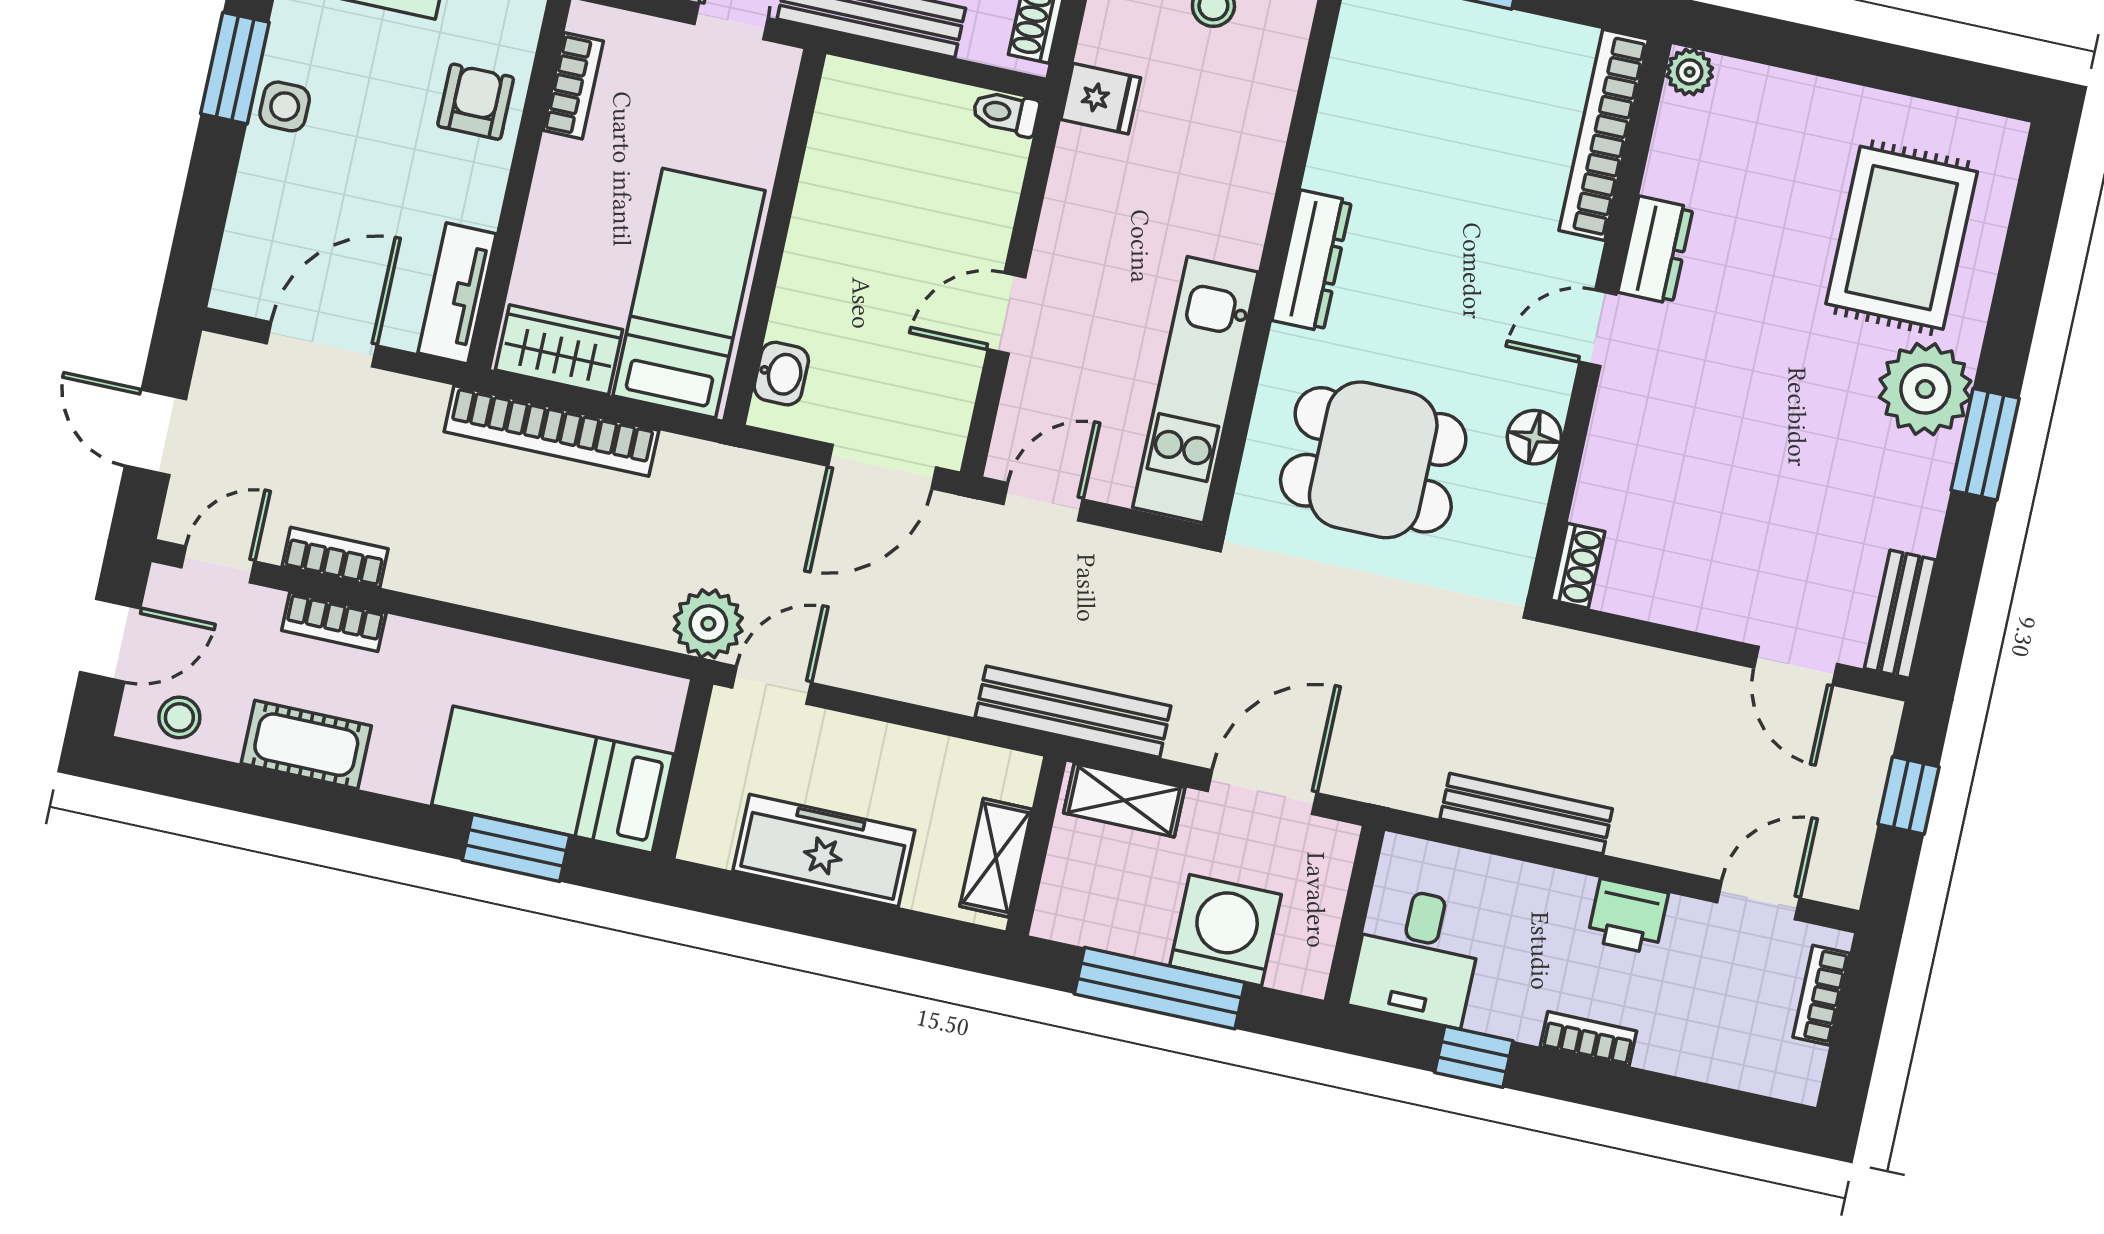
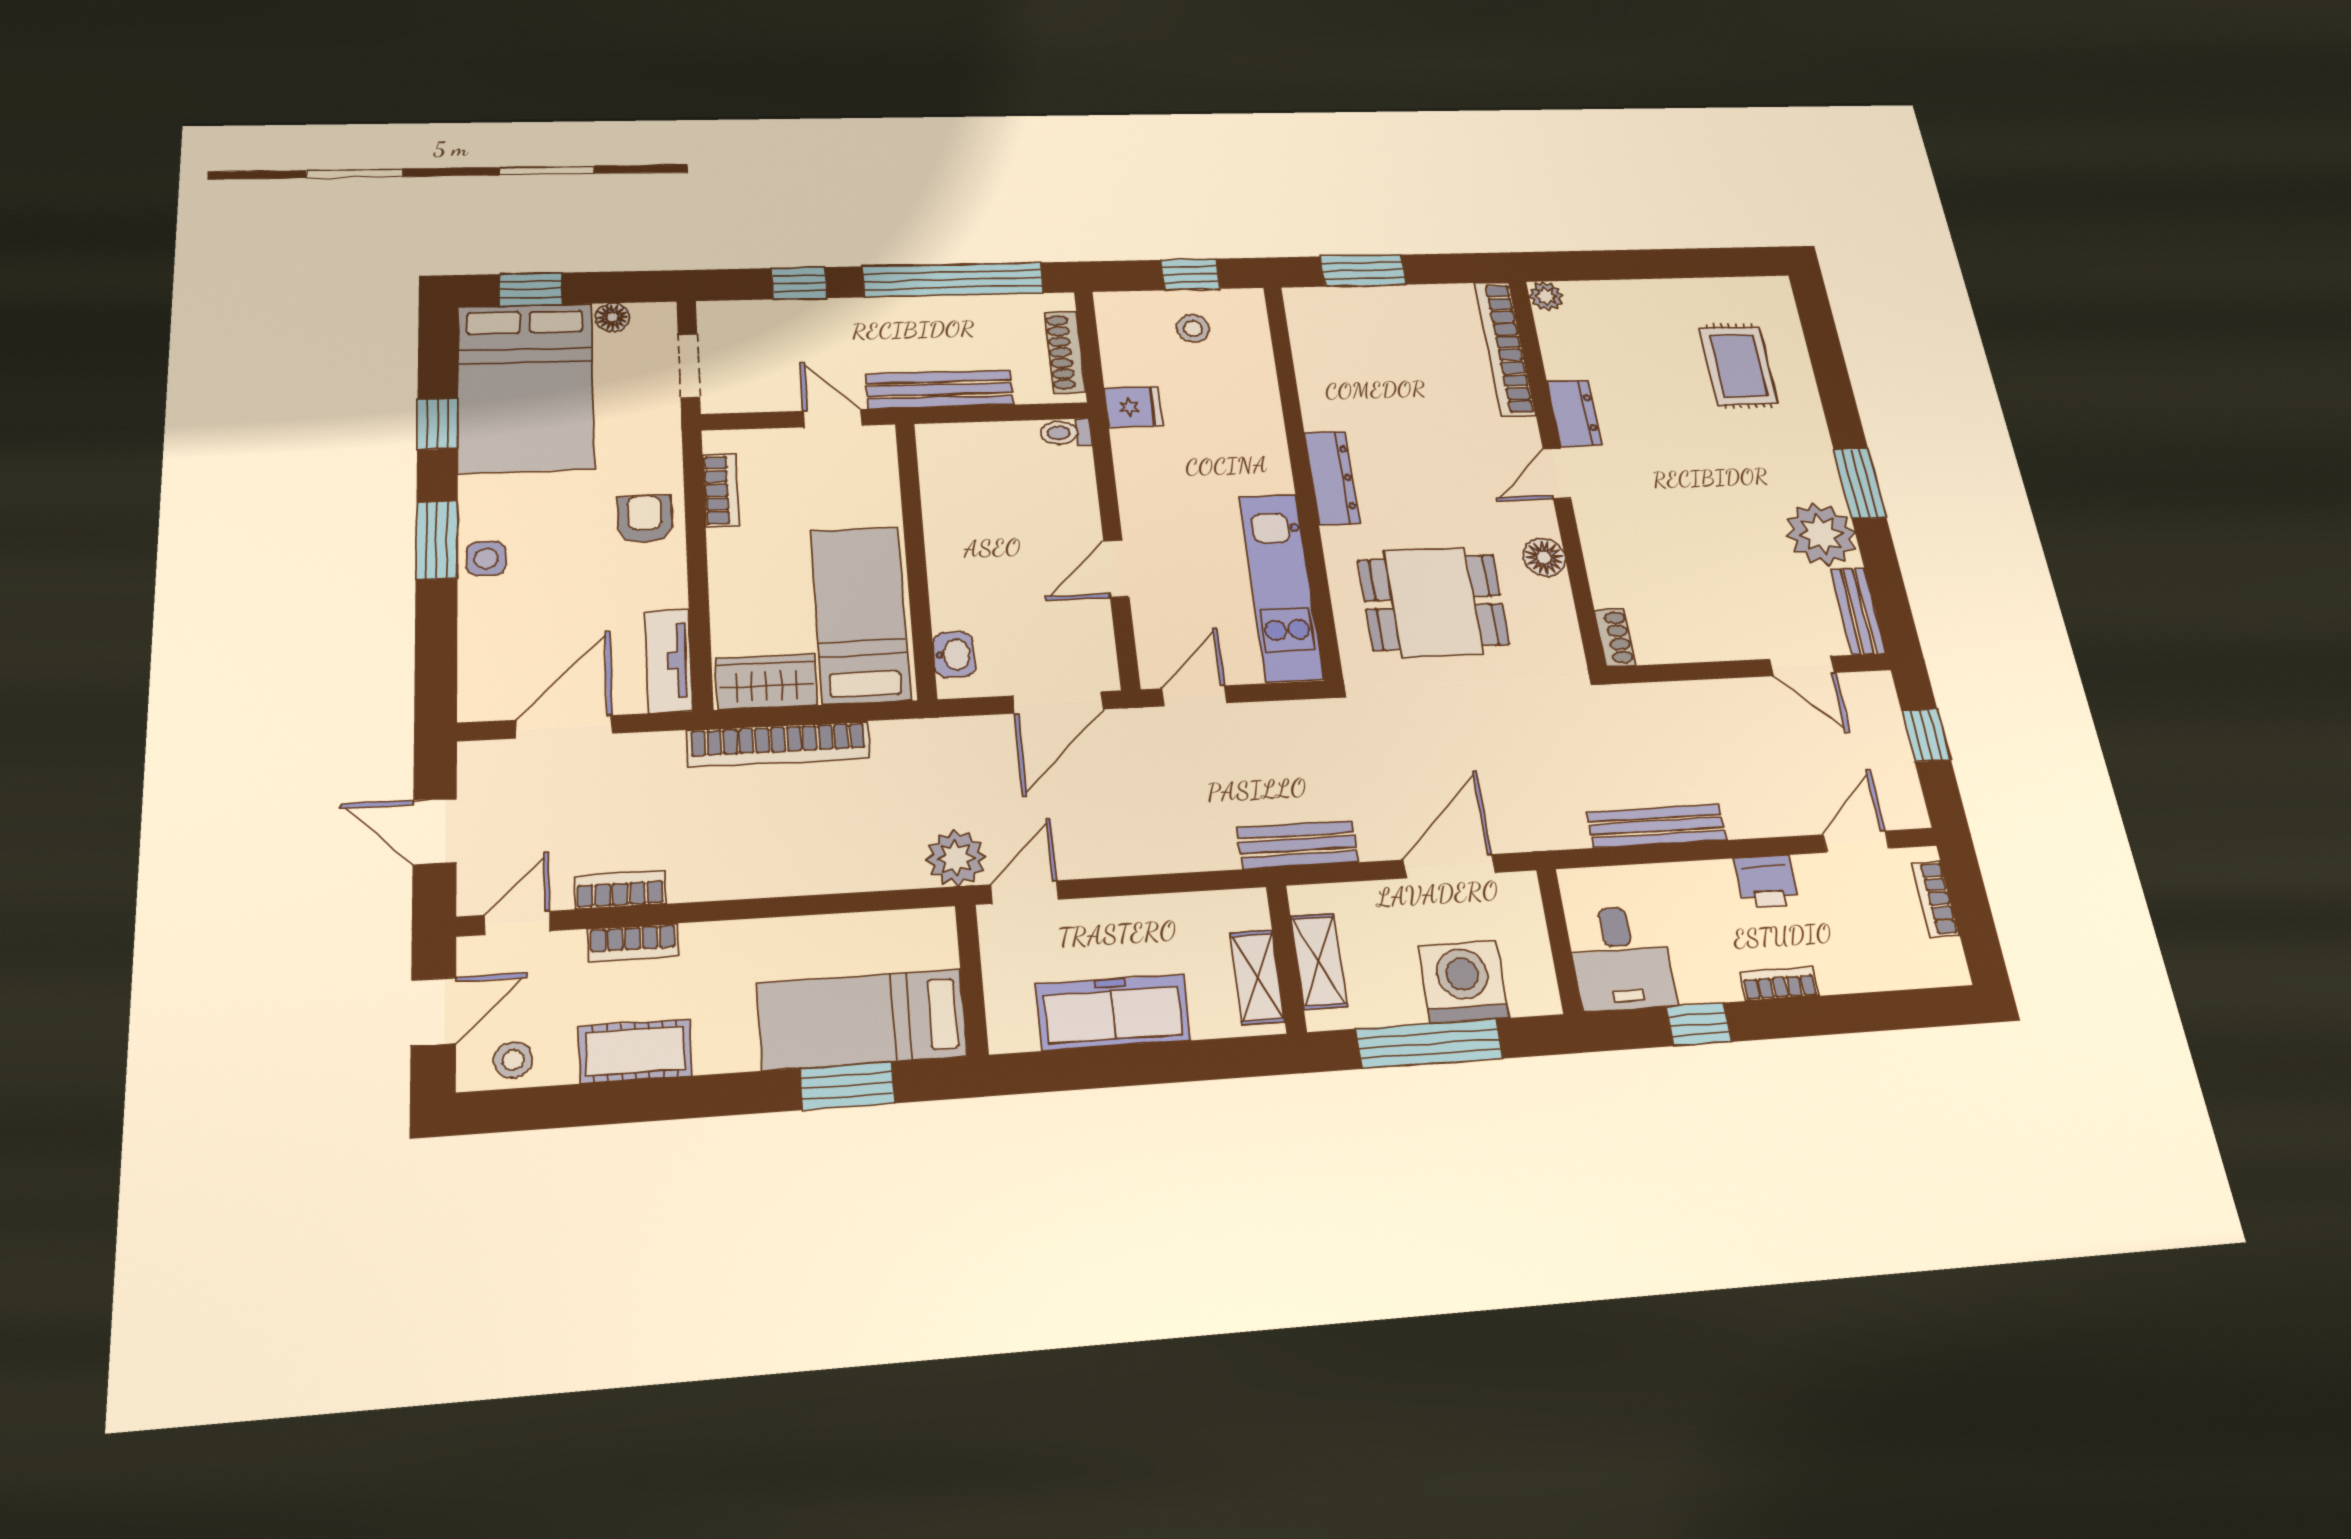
rug: (1902, 238) -> (1738, 366), width x0.73, depth x0.70
plant: (1925, 389) -> (1821, 534), moved
bench: (1073, 712) -> (1298, 845), width x0.73
shelving: (1124, 800) -> (1319, 961), moved, turned 90

